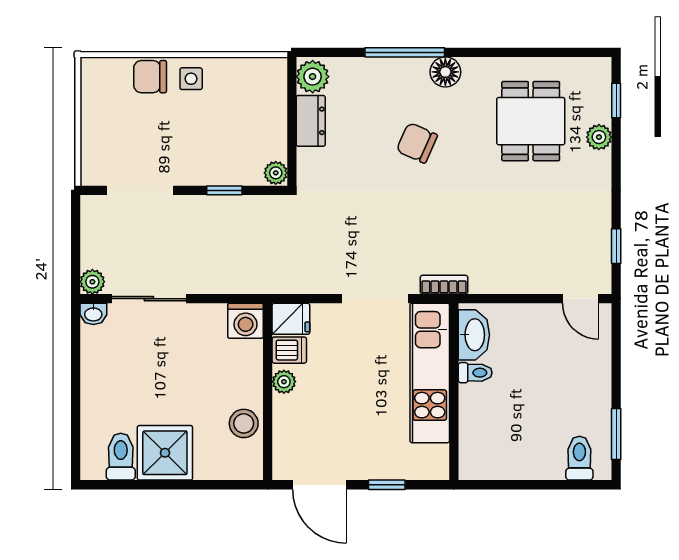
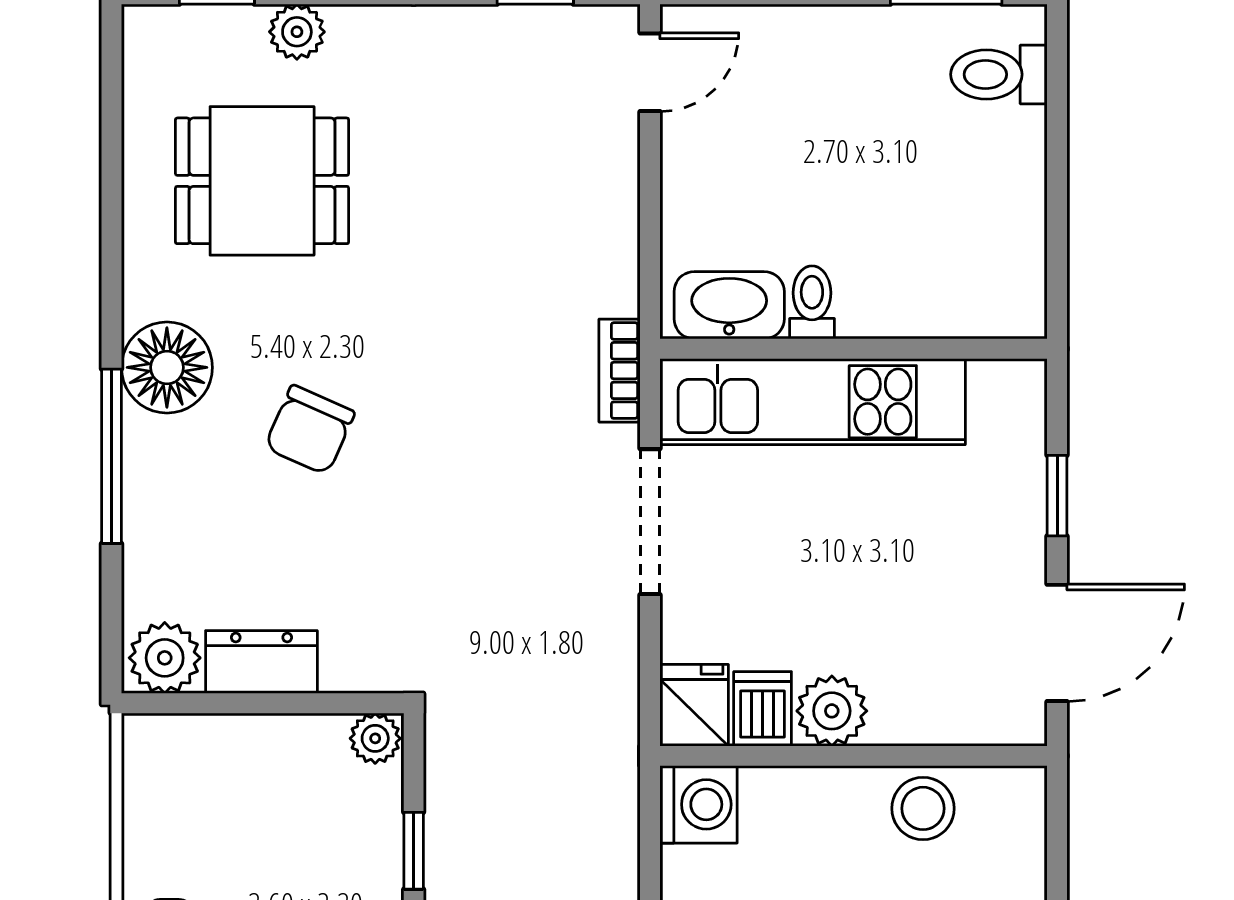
floor lamp: (445, 72) -> (167, 367), width x1.38, depth x1.38
plant: (284, 382) -> (832, 711), width x1.38, depth x1.38

